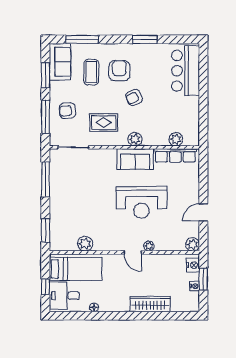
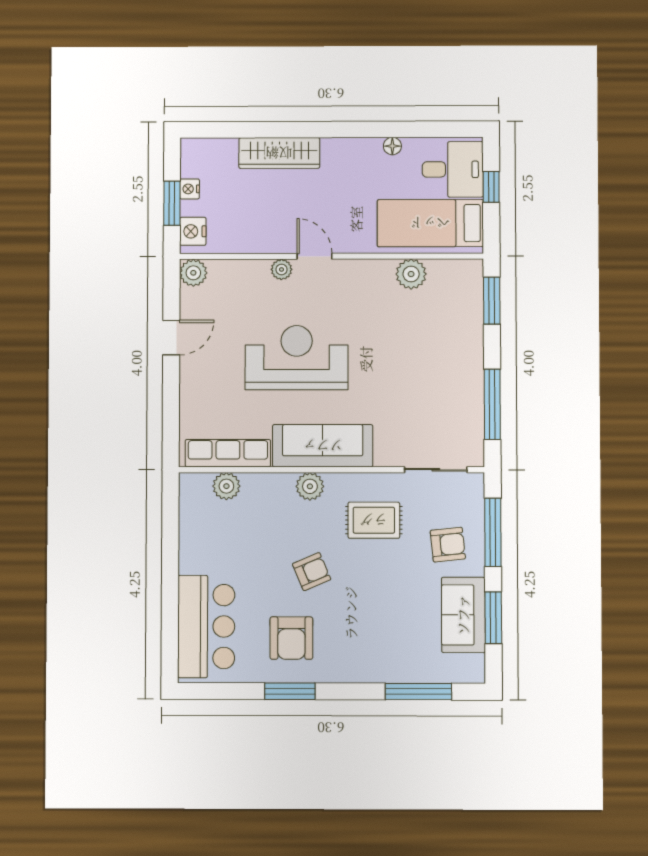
sofa: (60, 62) -> (463, 615), moved
armchair: (119, 71) -> (291, 638), moved
coffee table: (91, 72) -> (399, 624), removed
sofa: (135, 159) -> (323, 446), width x1.36

